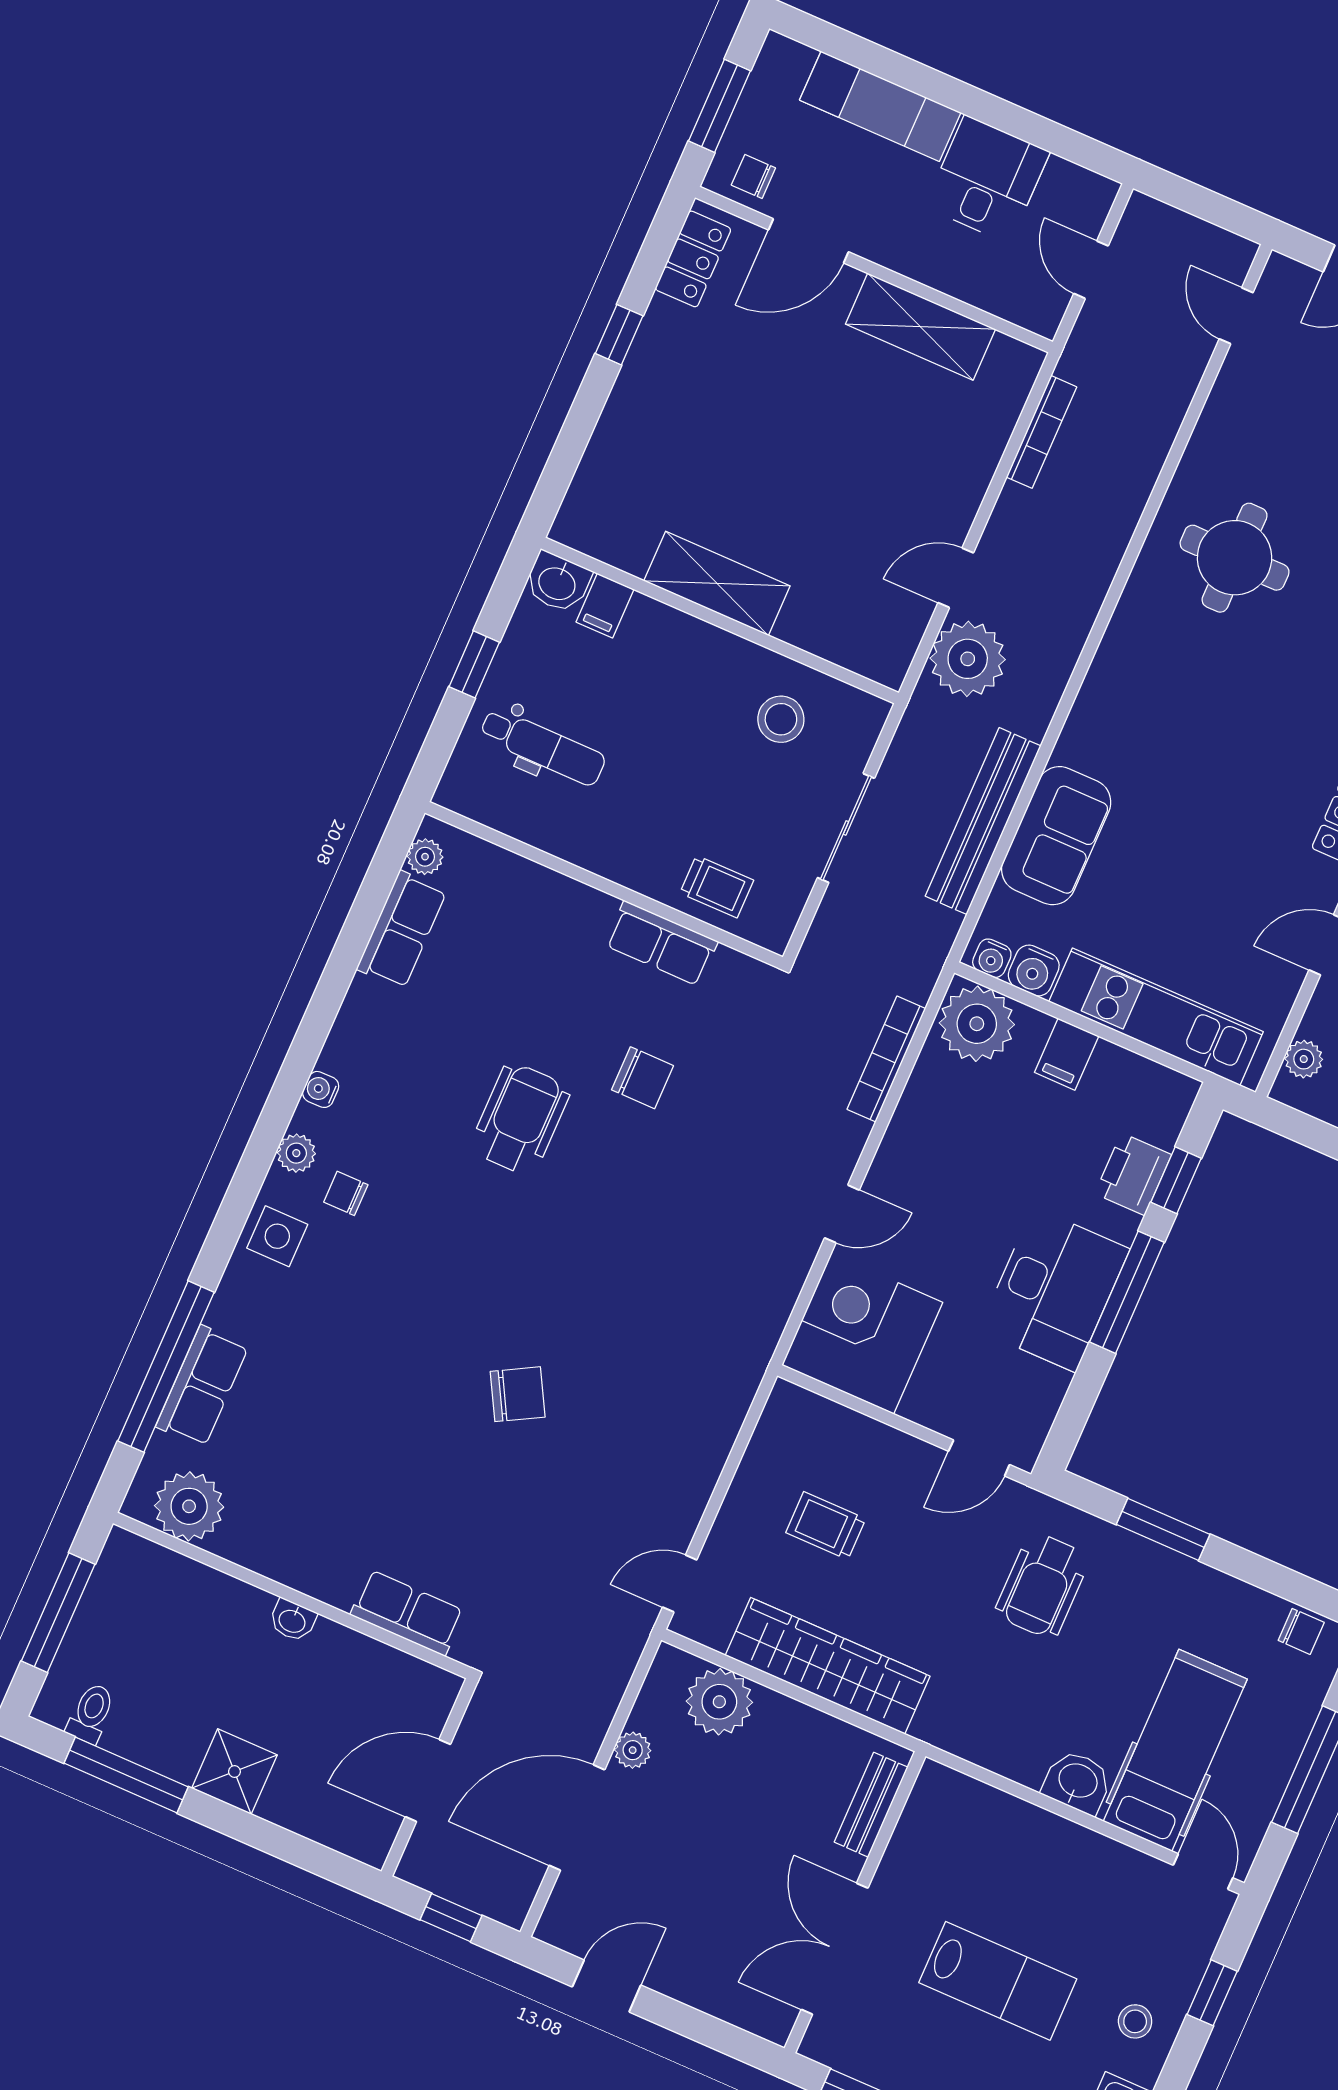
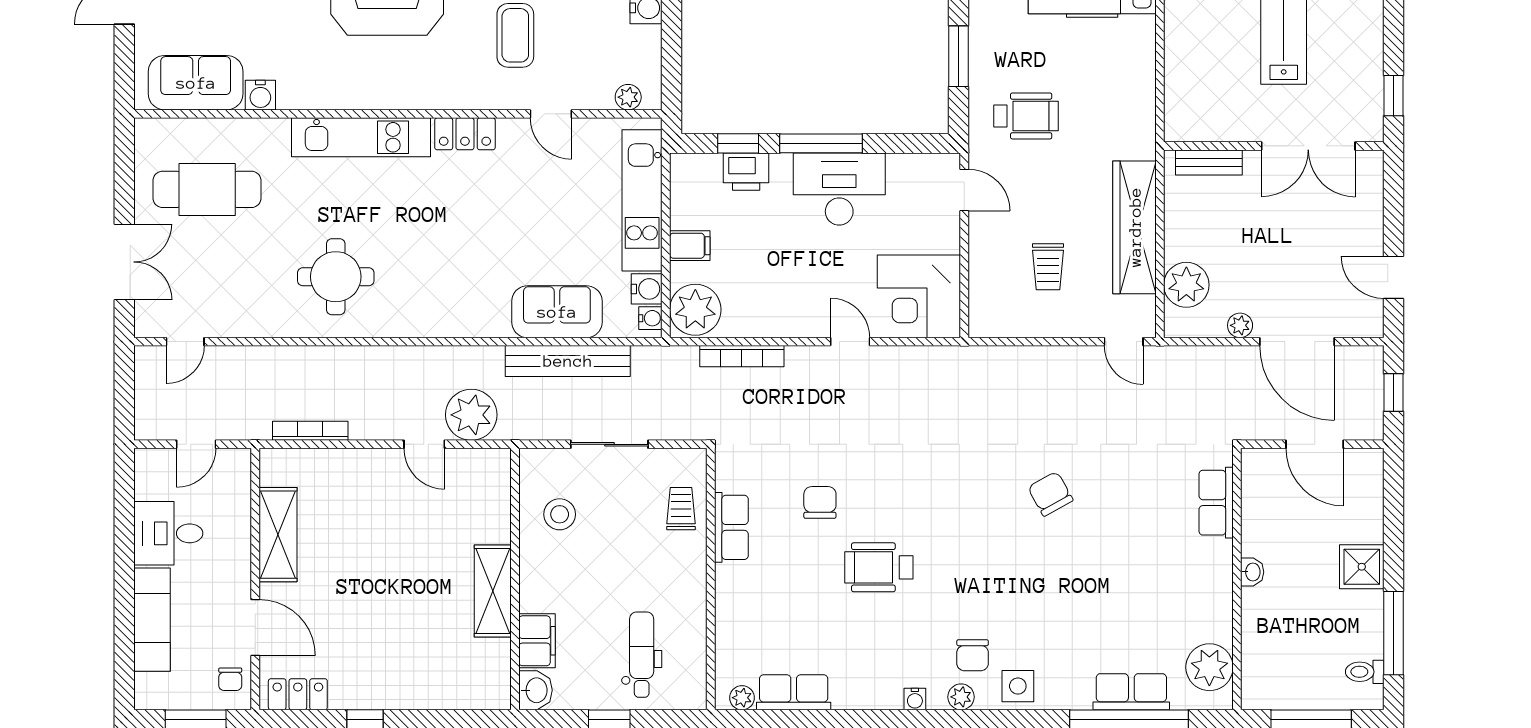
filing cabinet: (605, 606) -> (537, 641), width x2.00
chair: (346, 1193) -> (973, 655), width x1.37, depth x1.37
washbasin: (1077, 1782) -> (1139, 41), removed

